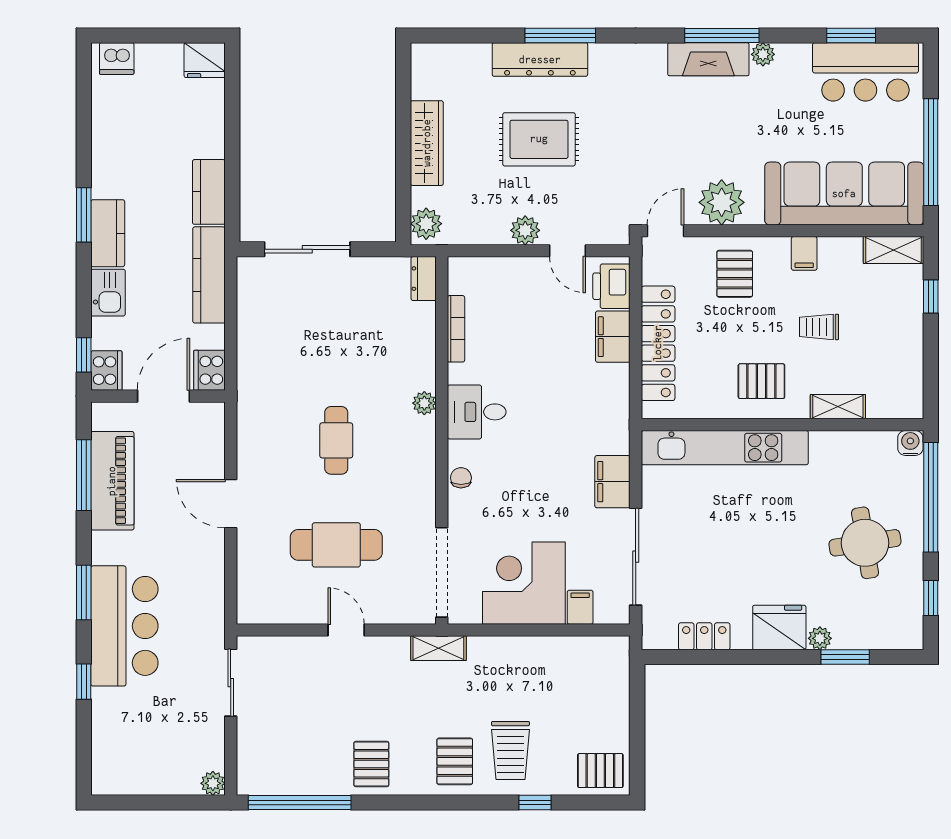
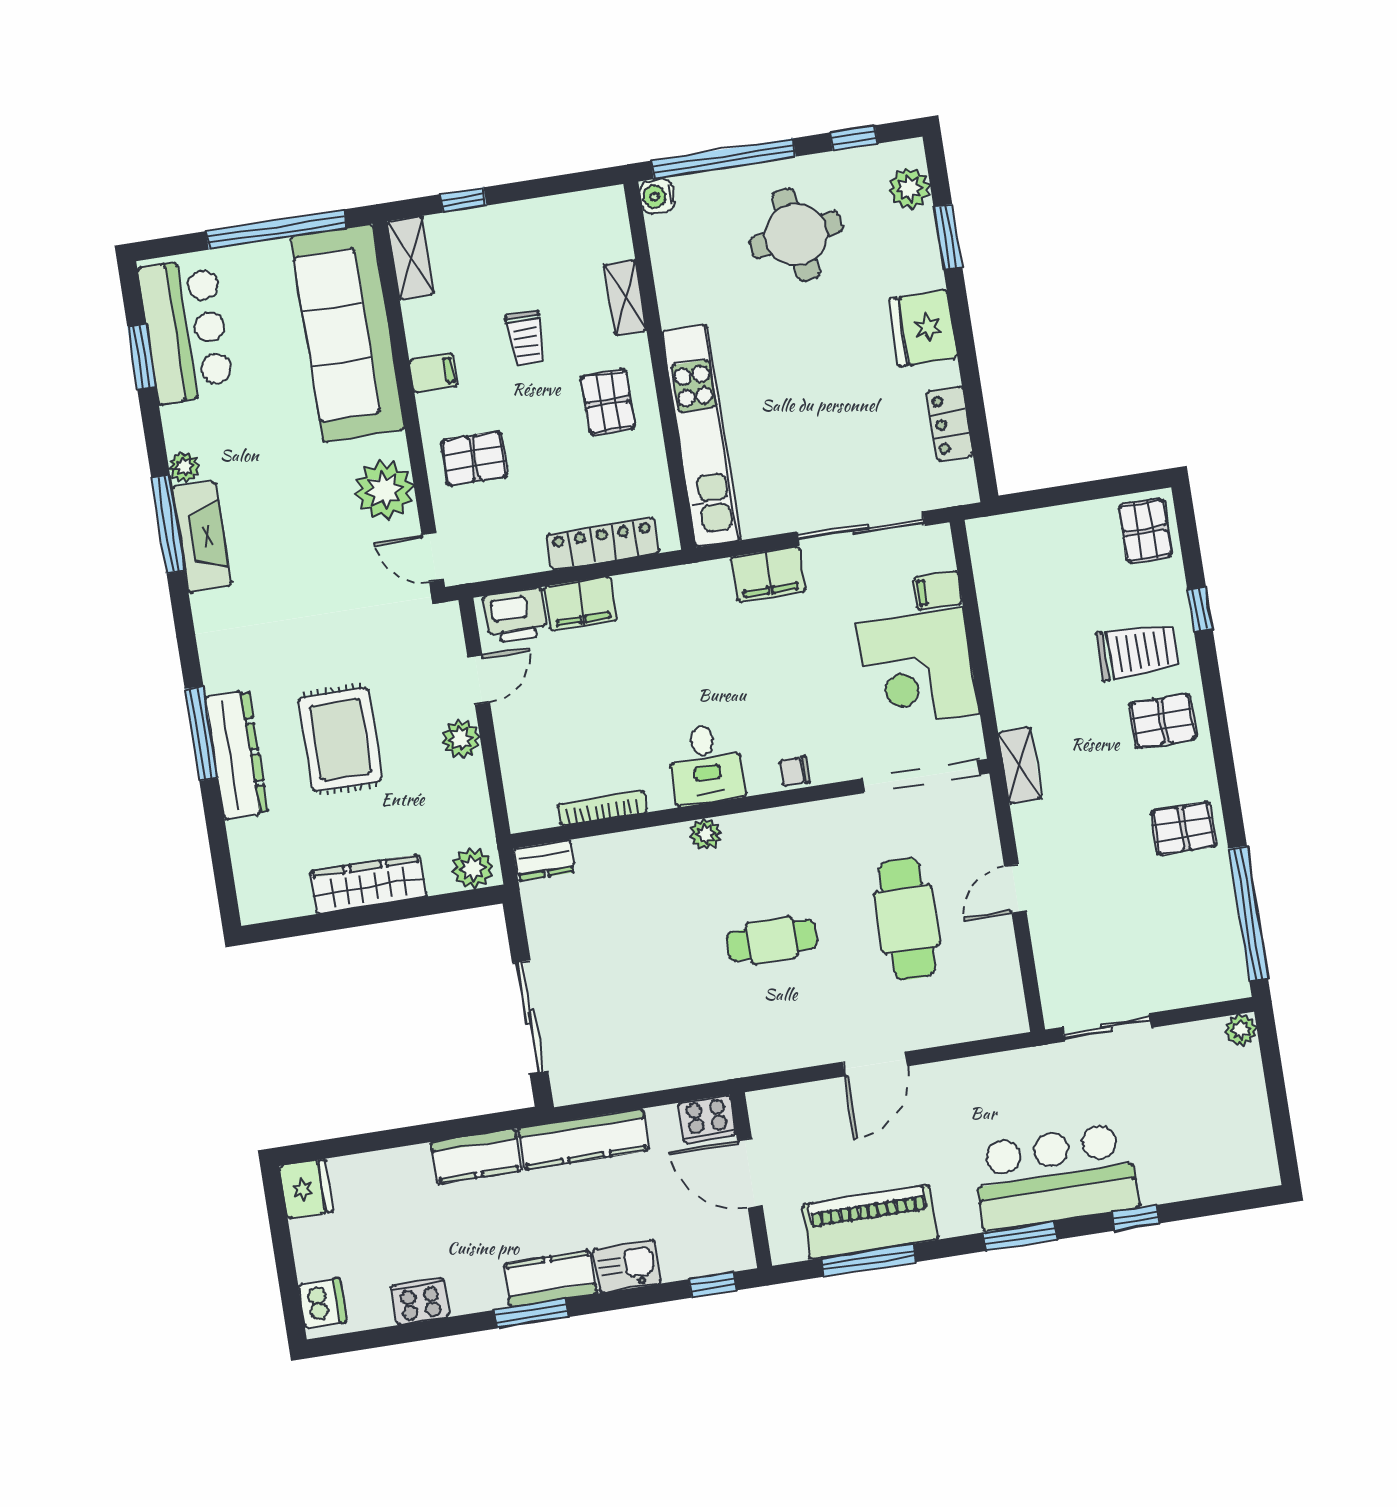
locker: (658, 343) -> (603, 544), width x0.71, depth x0.83
cooker: (106, 371) -> (420, 1301), moved
plant: (820, 638) -> (909, 188), moved, width x1.38, depth x1.38

